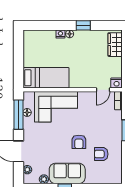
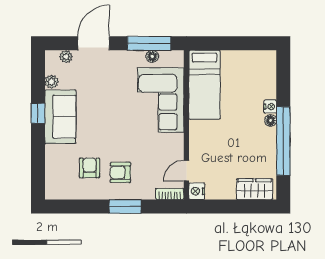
window: (83, 25) -> (283, 141), width x3.17
door: (103, 90) -> (186, 171), hinge flipped
armchair: (79, 142) -> (120, 172), moved

